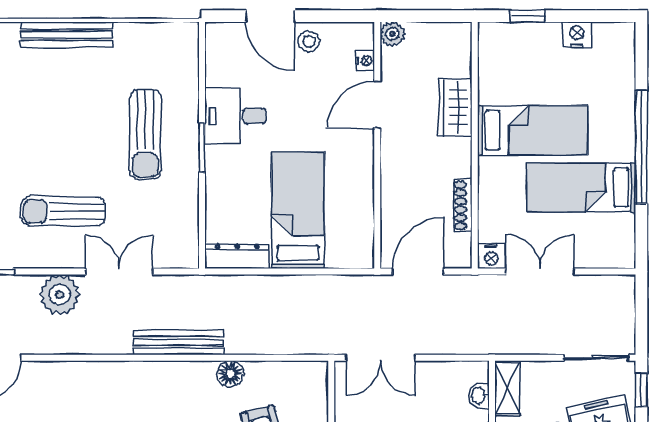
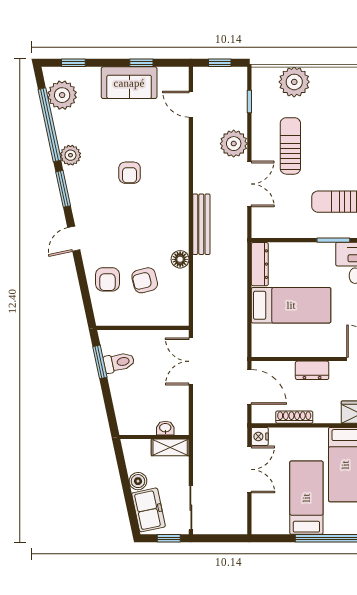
dresser: (394, 179) -> (312, 370), added

